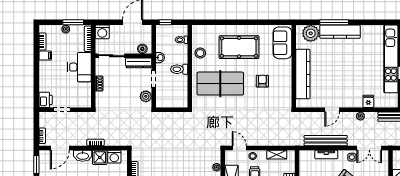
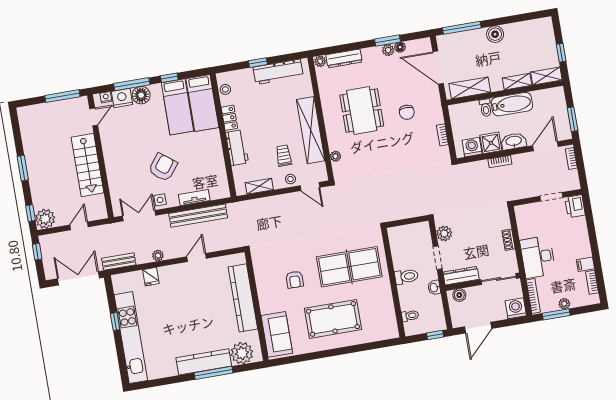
stool: (200, 53) -> (382, 302), removed

